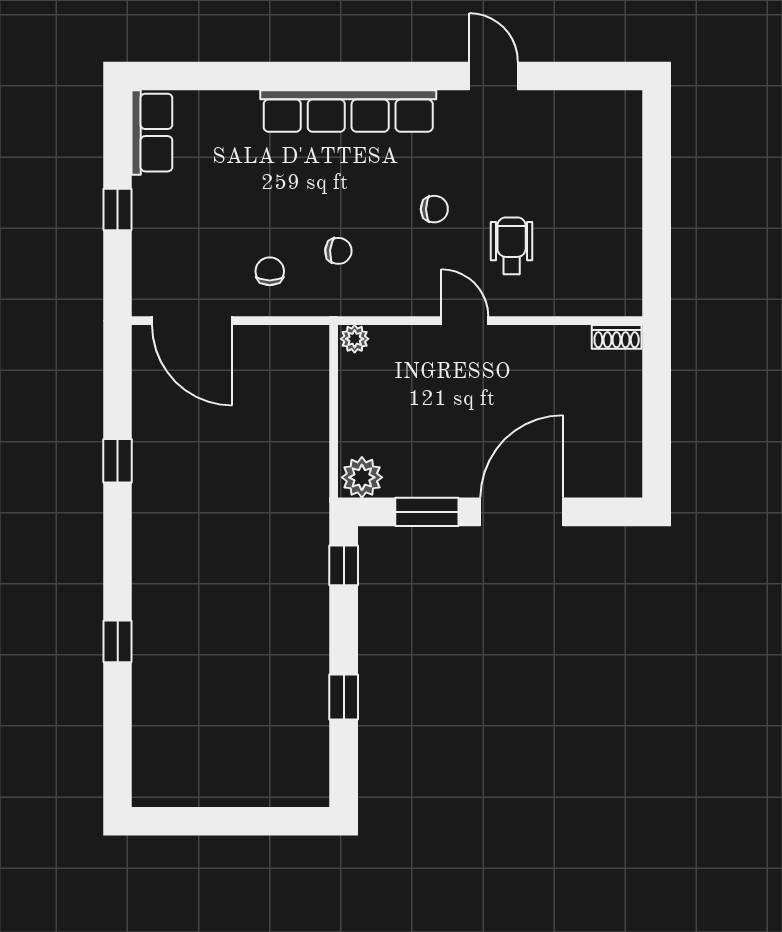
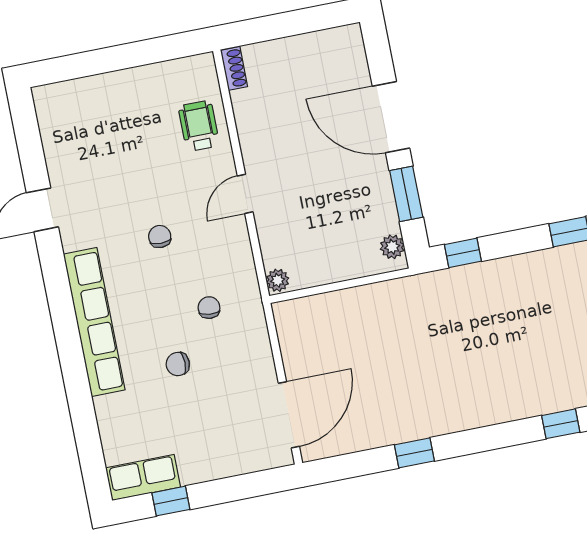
window: (118, 210) -> (171, 501), moved
wheelchair: (512, 246) -> (199, 126), moved, turned 90
chair: (270, 271) -> (178, 364), moved
plant: (362, 477) -> (392, 247), width x0.73, depth x0.73

